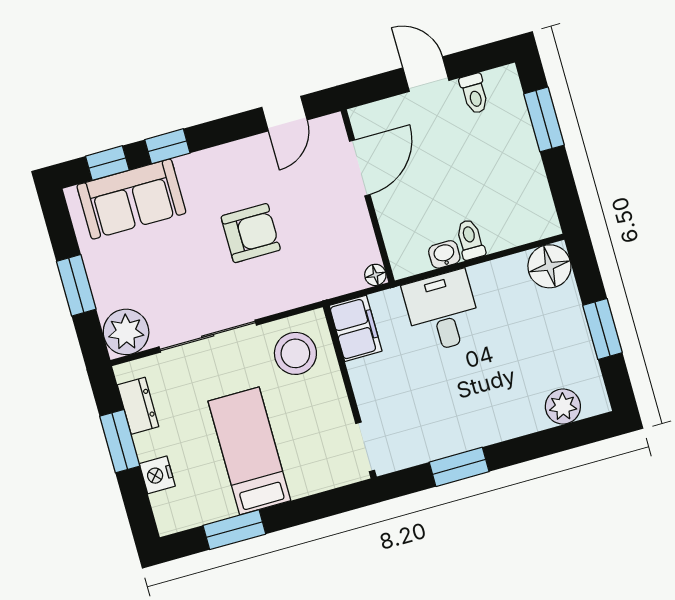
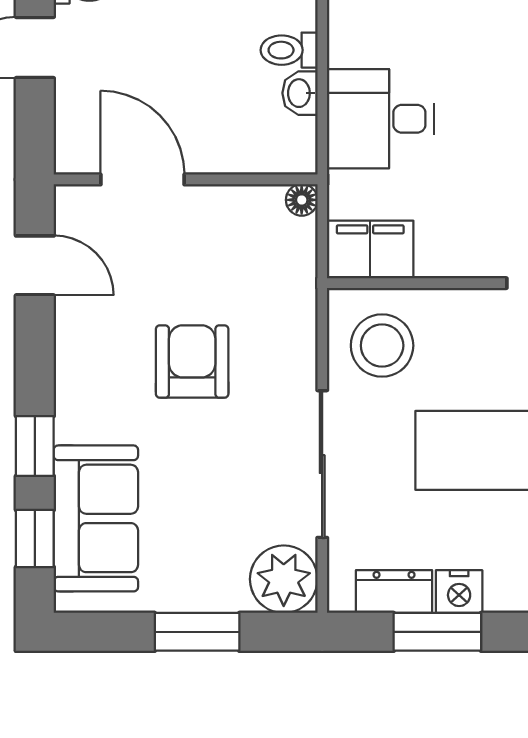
nightstand: (157, 475) -> (459, 592), moved

